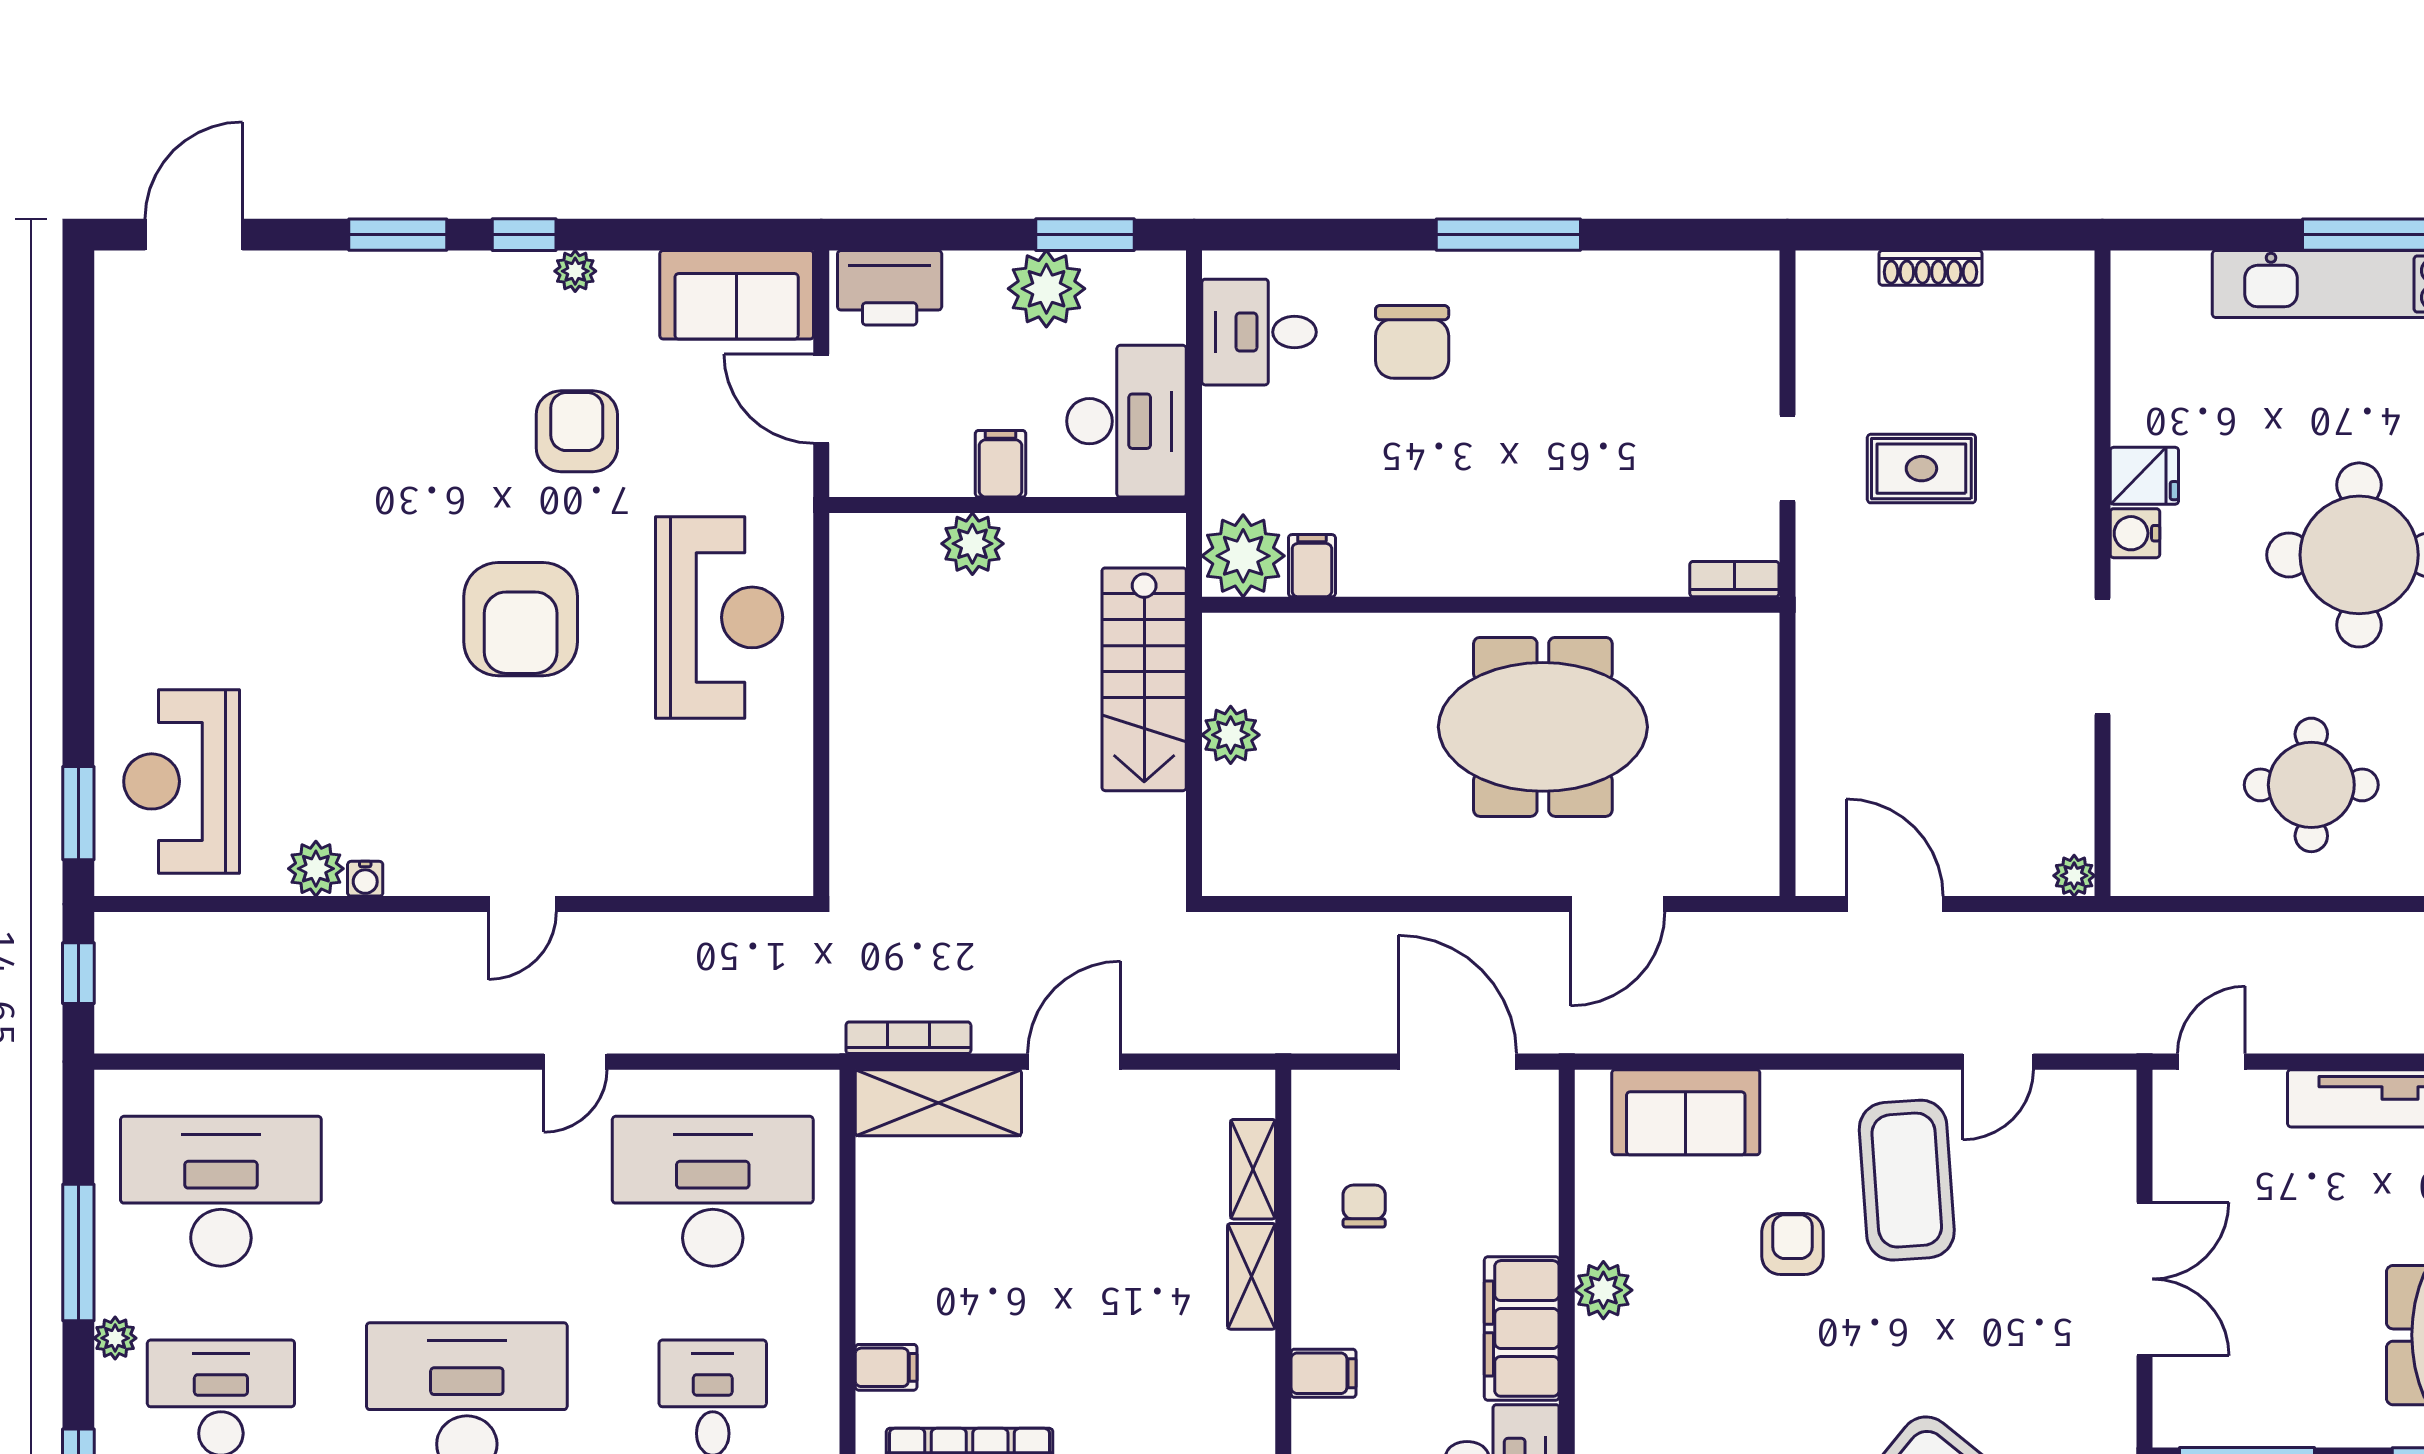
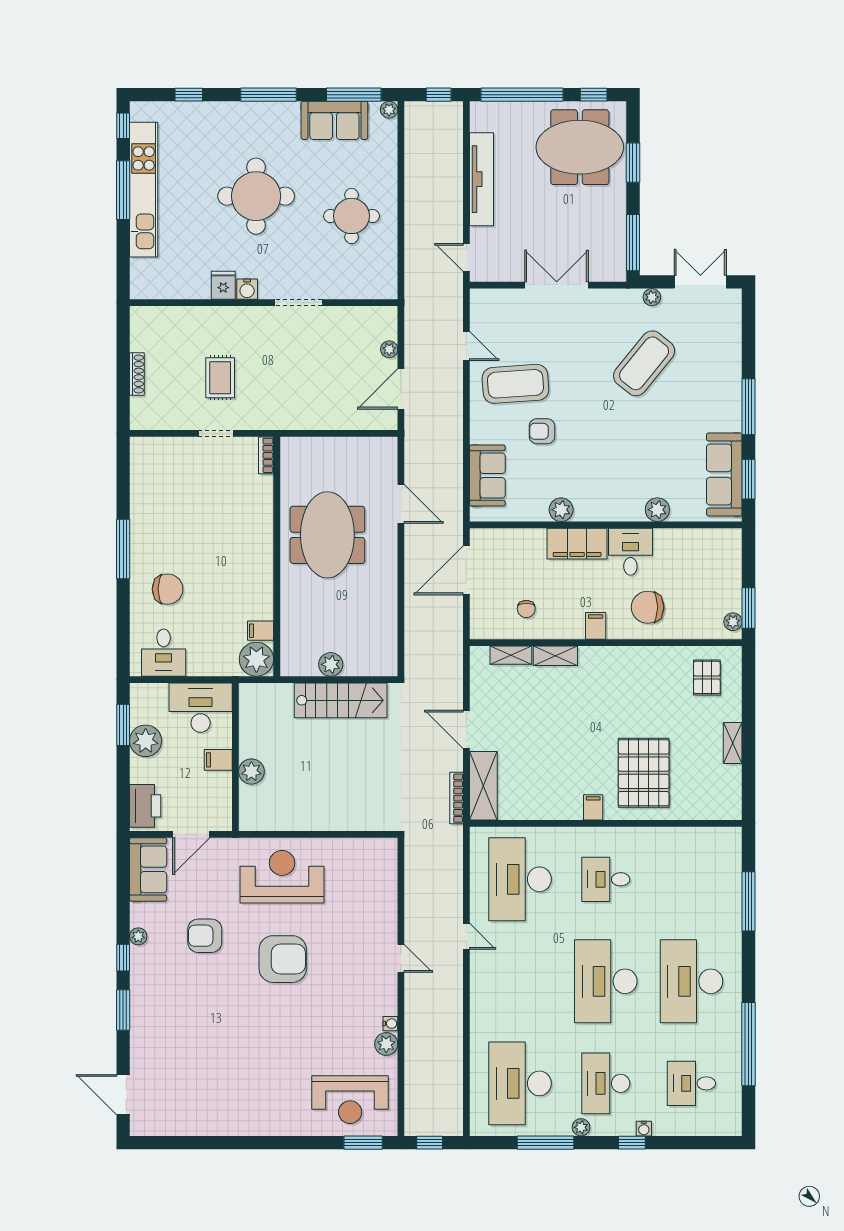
stairs: (1144, 679) -> (341, 700), moved
plant: (2074, 876) -> (389, 349), moved
chair: (1364, 1206) -> (526, 609), turned -90

